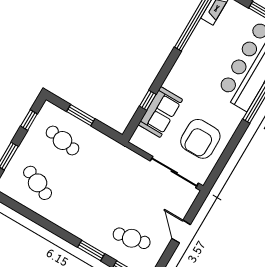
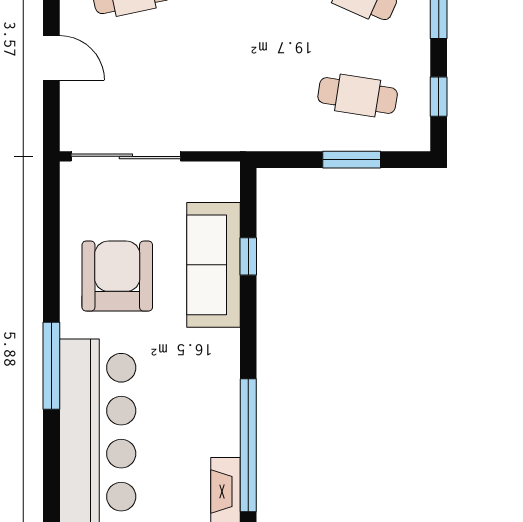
sofa: (160, 112) -> (214, 265), width x1.36
armchair: (200, 139) -> (117, 276), moved

